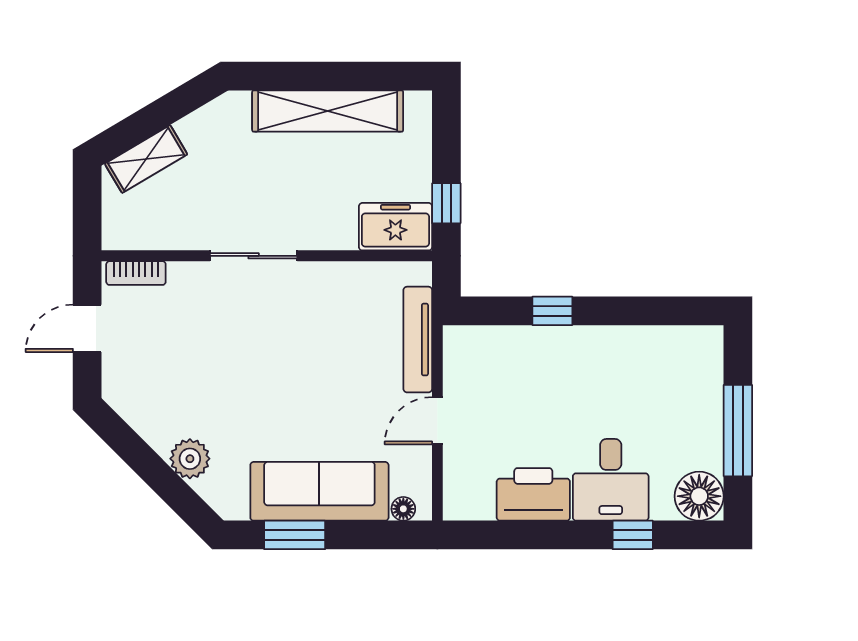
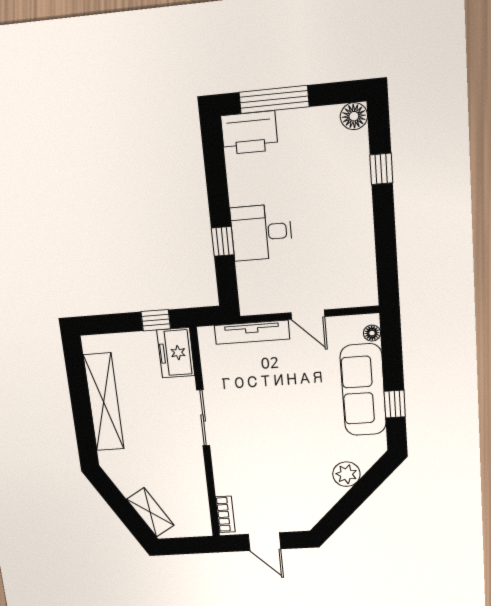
sliding door: (254, 256) -> (203, 418), moved
window: (738, 431) -> (274, 99), moved
desk: (611, 480) -> (262, 232), moved, turned 180
printer: (533, 494) -> (249, 133), moved, turned -90
floor lamp: (699, 496) -> (354, 116), width x0.73, depth x0.73
window: (295, 535) -> (395, 404), width x0.67

